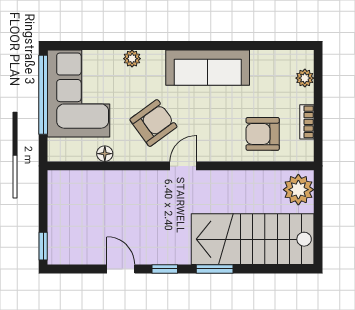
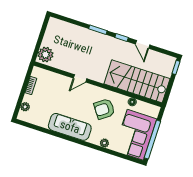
armchair: (263, 134) -> (54, 87), removed
door: (183, 166) -> (80, 78), moved
stairs: (253, 239) -> (137, 81), moved, turned 180

